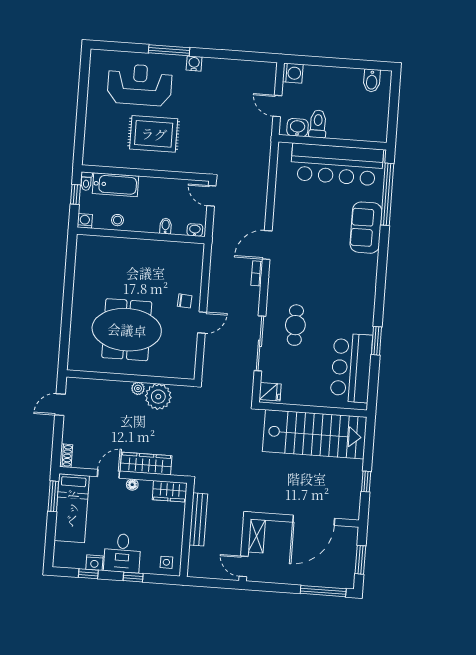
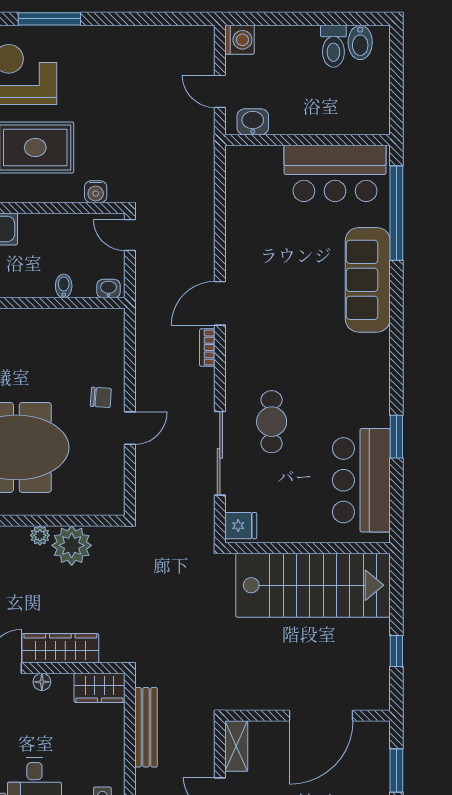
water cooler: (194, 63) -> (96, 192), moved, turned 180
toilet: (318, 124) -> (333, 46), moved, turned 180
bar counter: (337, 164) -> (335, 173), width x0.73
sofa: (366, 228) -> (368, 280), width x1.36

